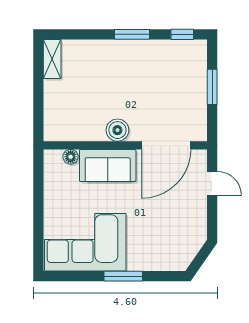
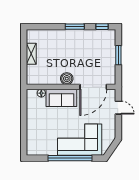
shelving: (52, 59) -> (31, 54), moved
corner sofa: (85, 242) -> (80, 140), moved
window: (123, 276) -> (70, 158), width x2.11

